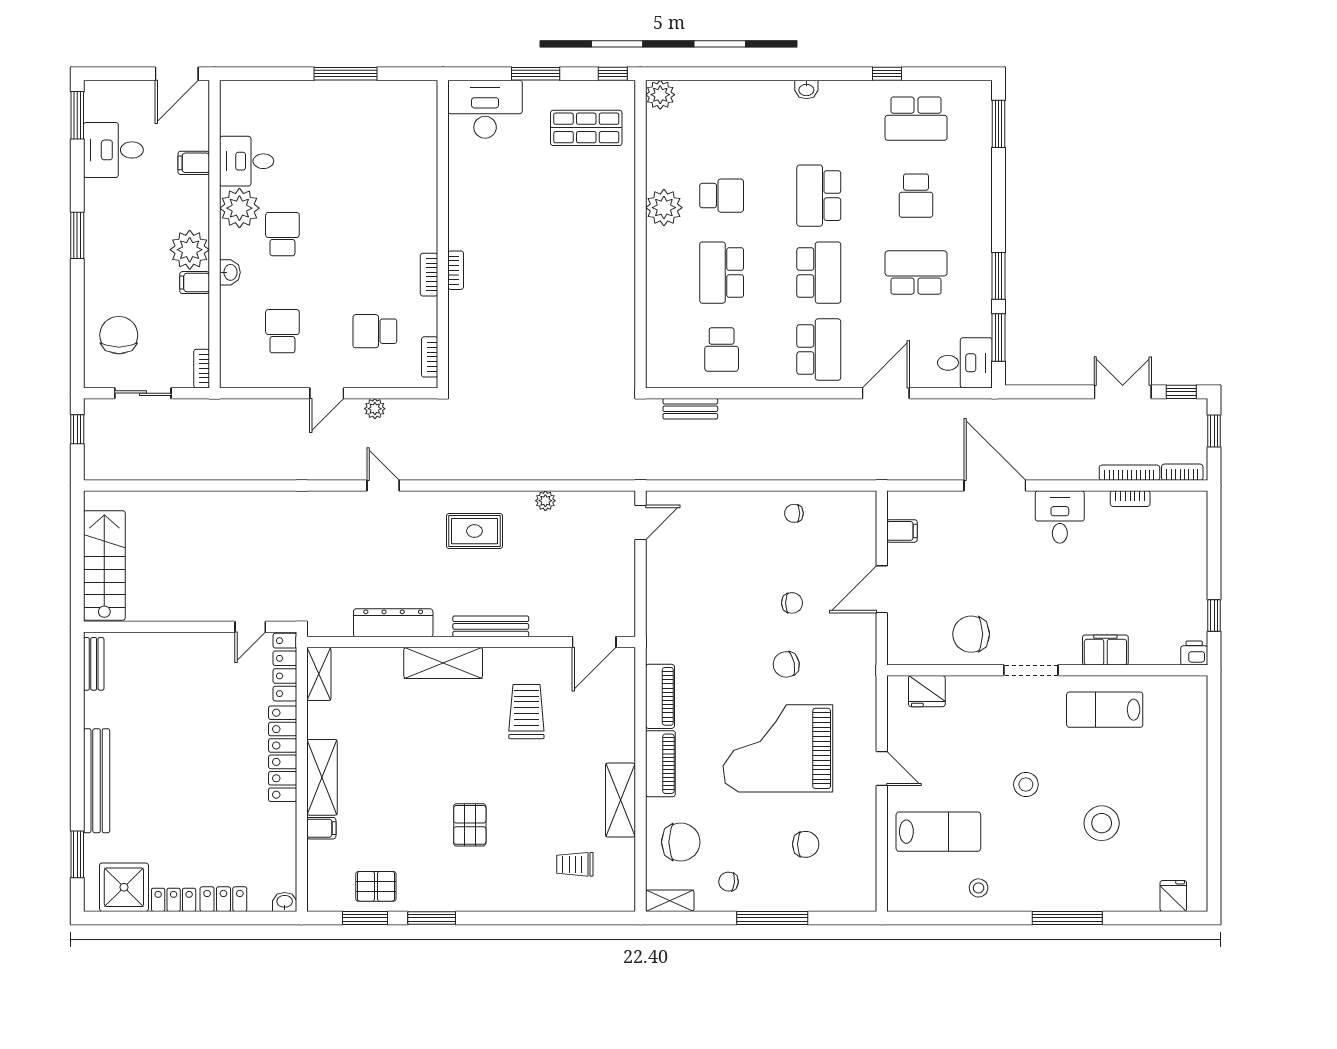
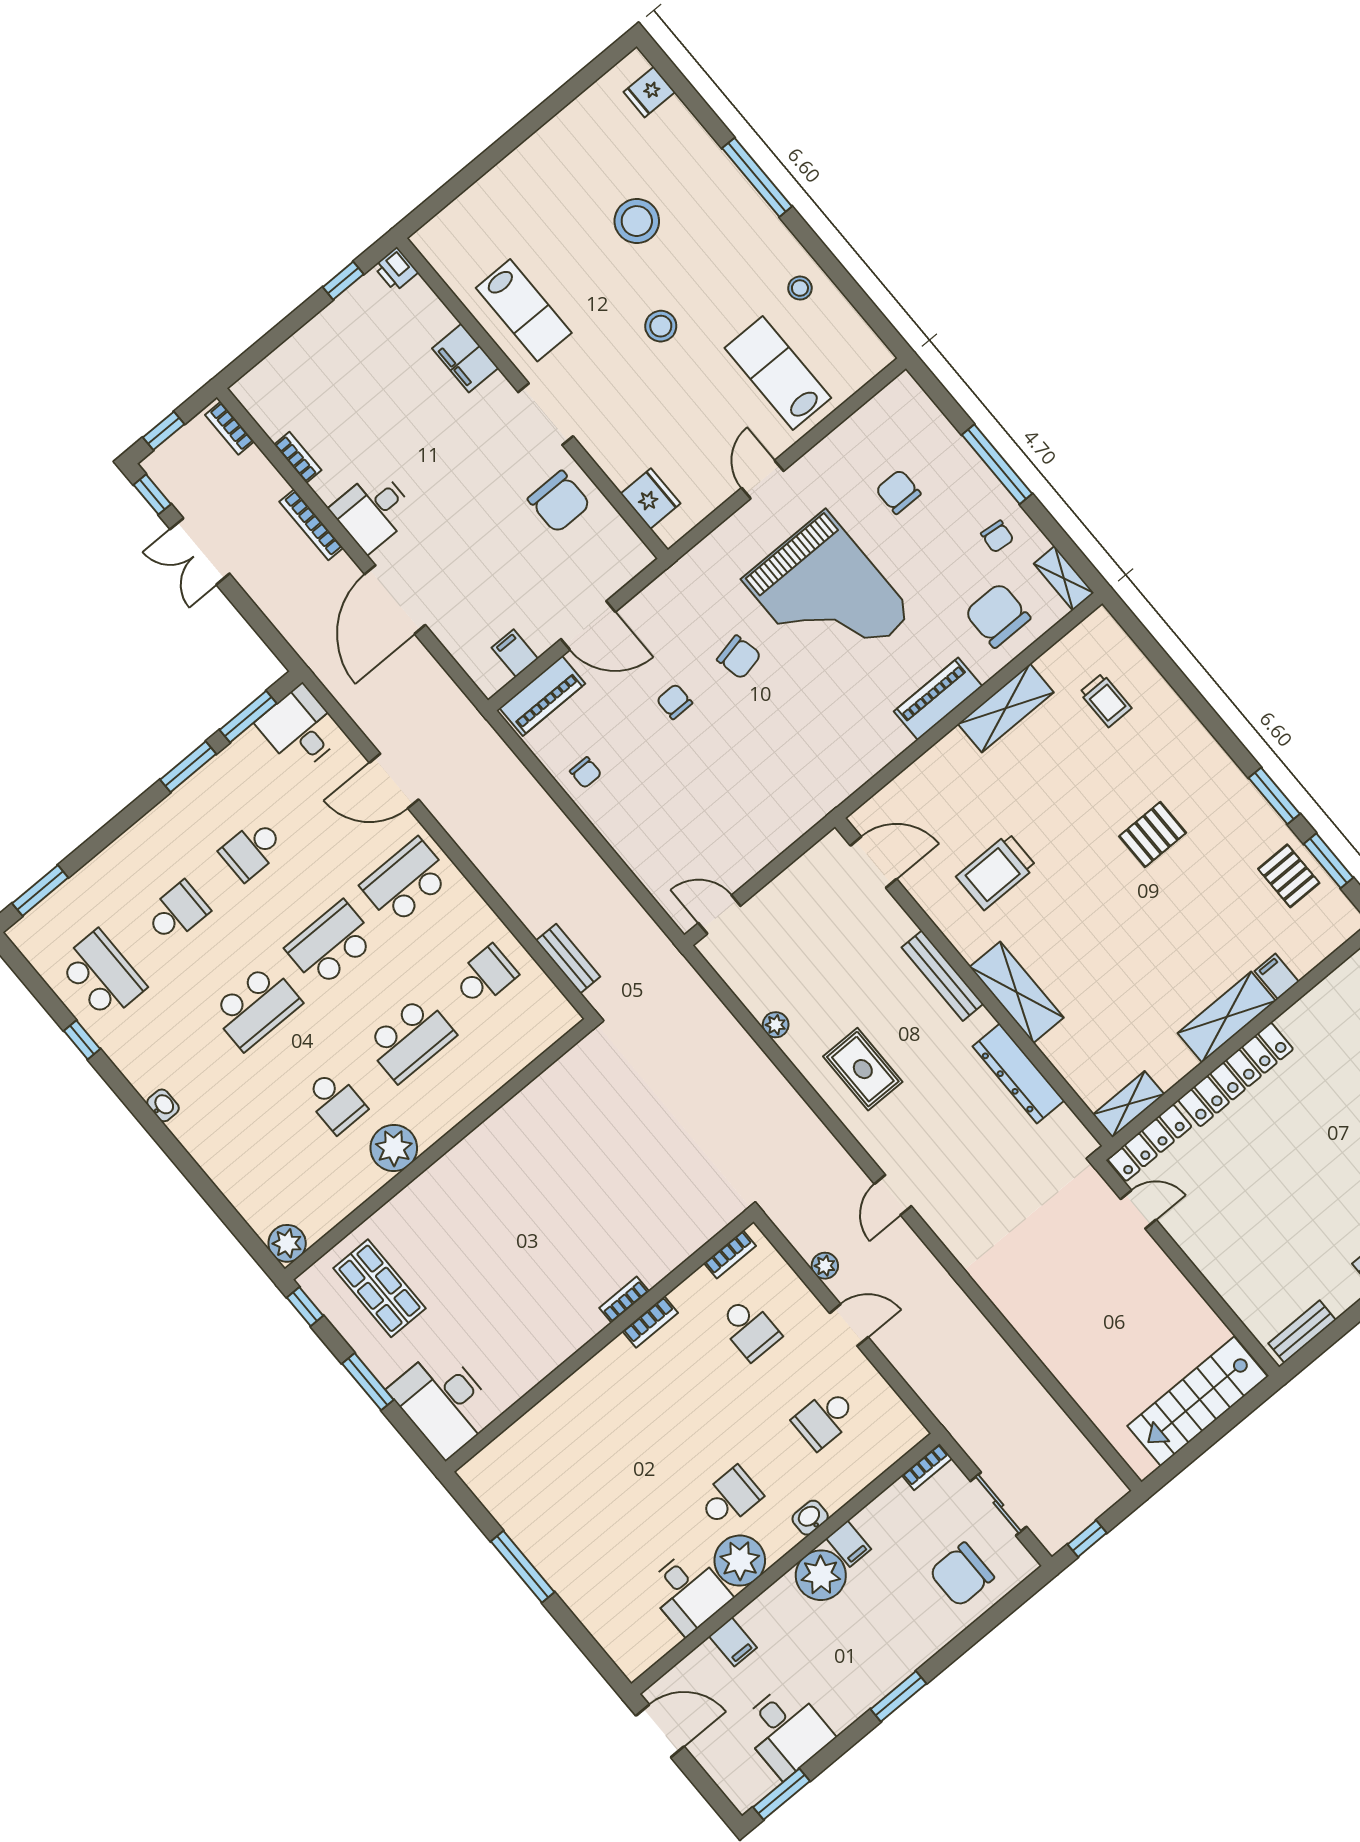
school desk: (722, 196) -> (335, 1102), turned 180
school desk: (282, 234) -> (730, 1498), turned 180
school desk: (916, 273) -> (252, 850), width x0.54
bookcase: (1129, 473) -> (311, 525), moved
piano: (660, 696) -> (542, 696), moved, turned 180

